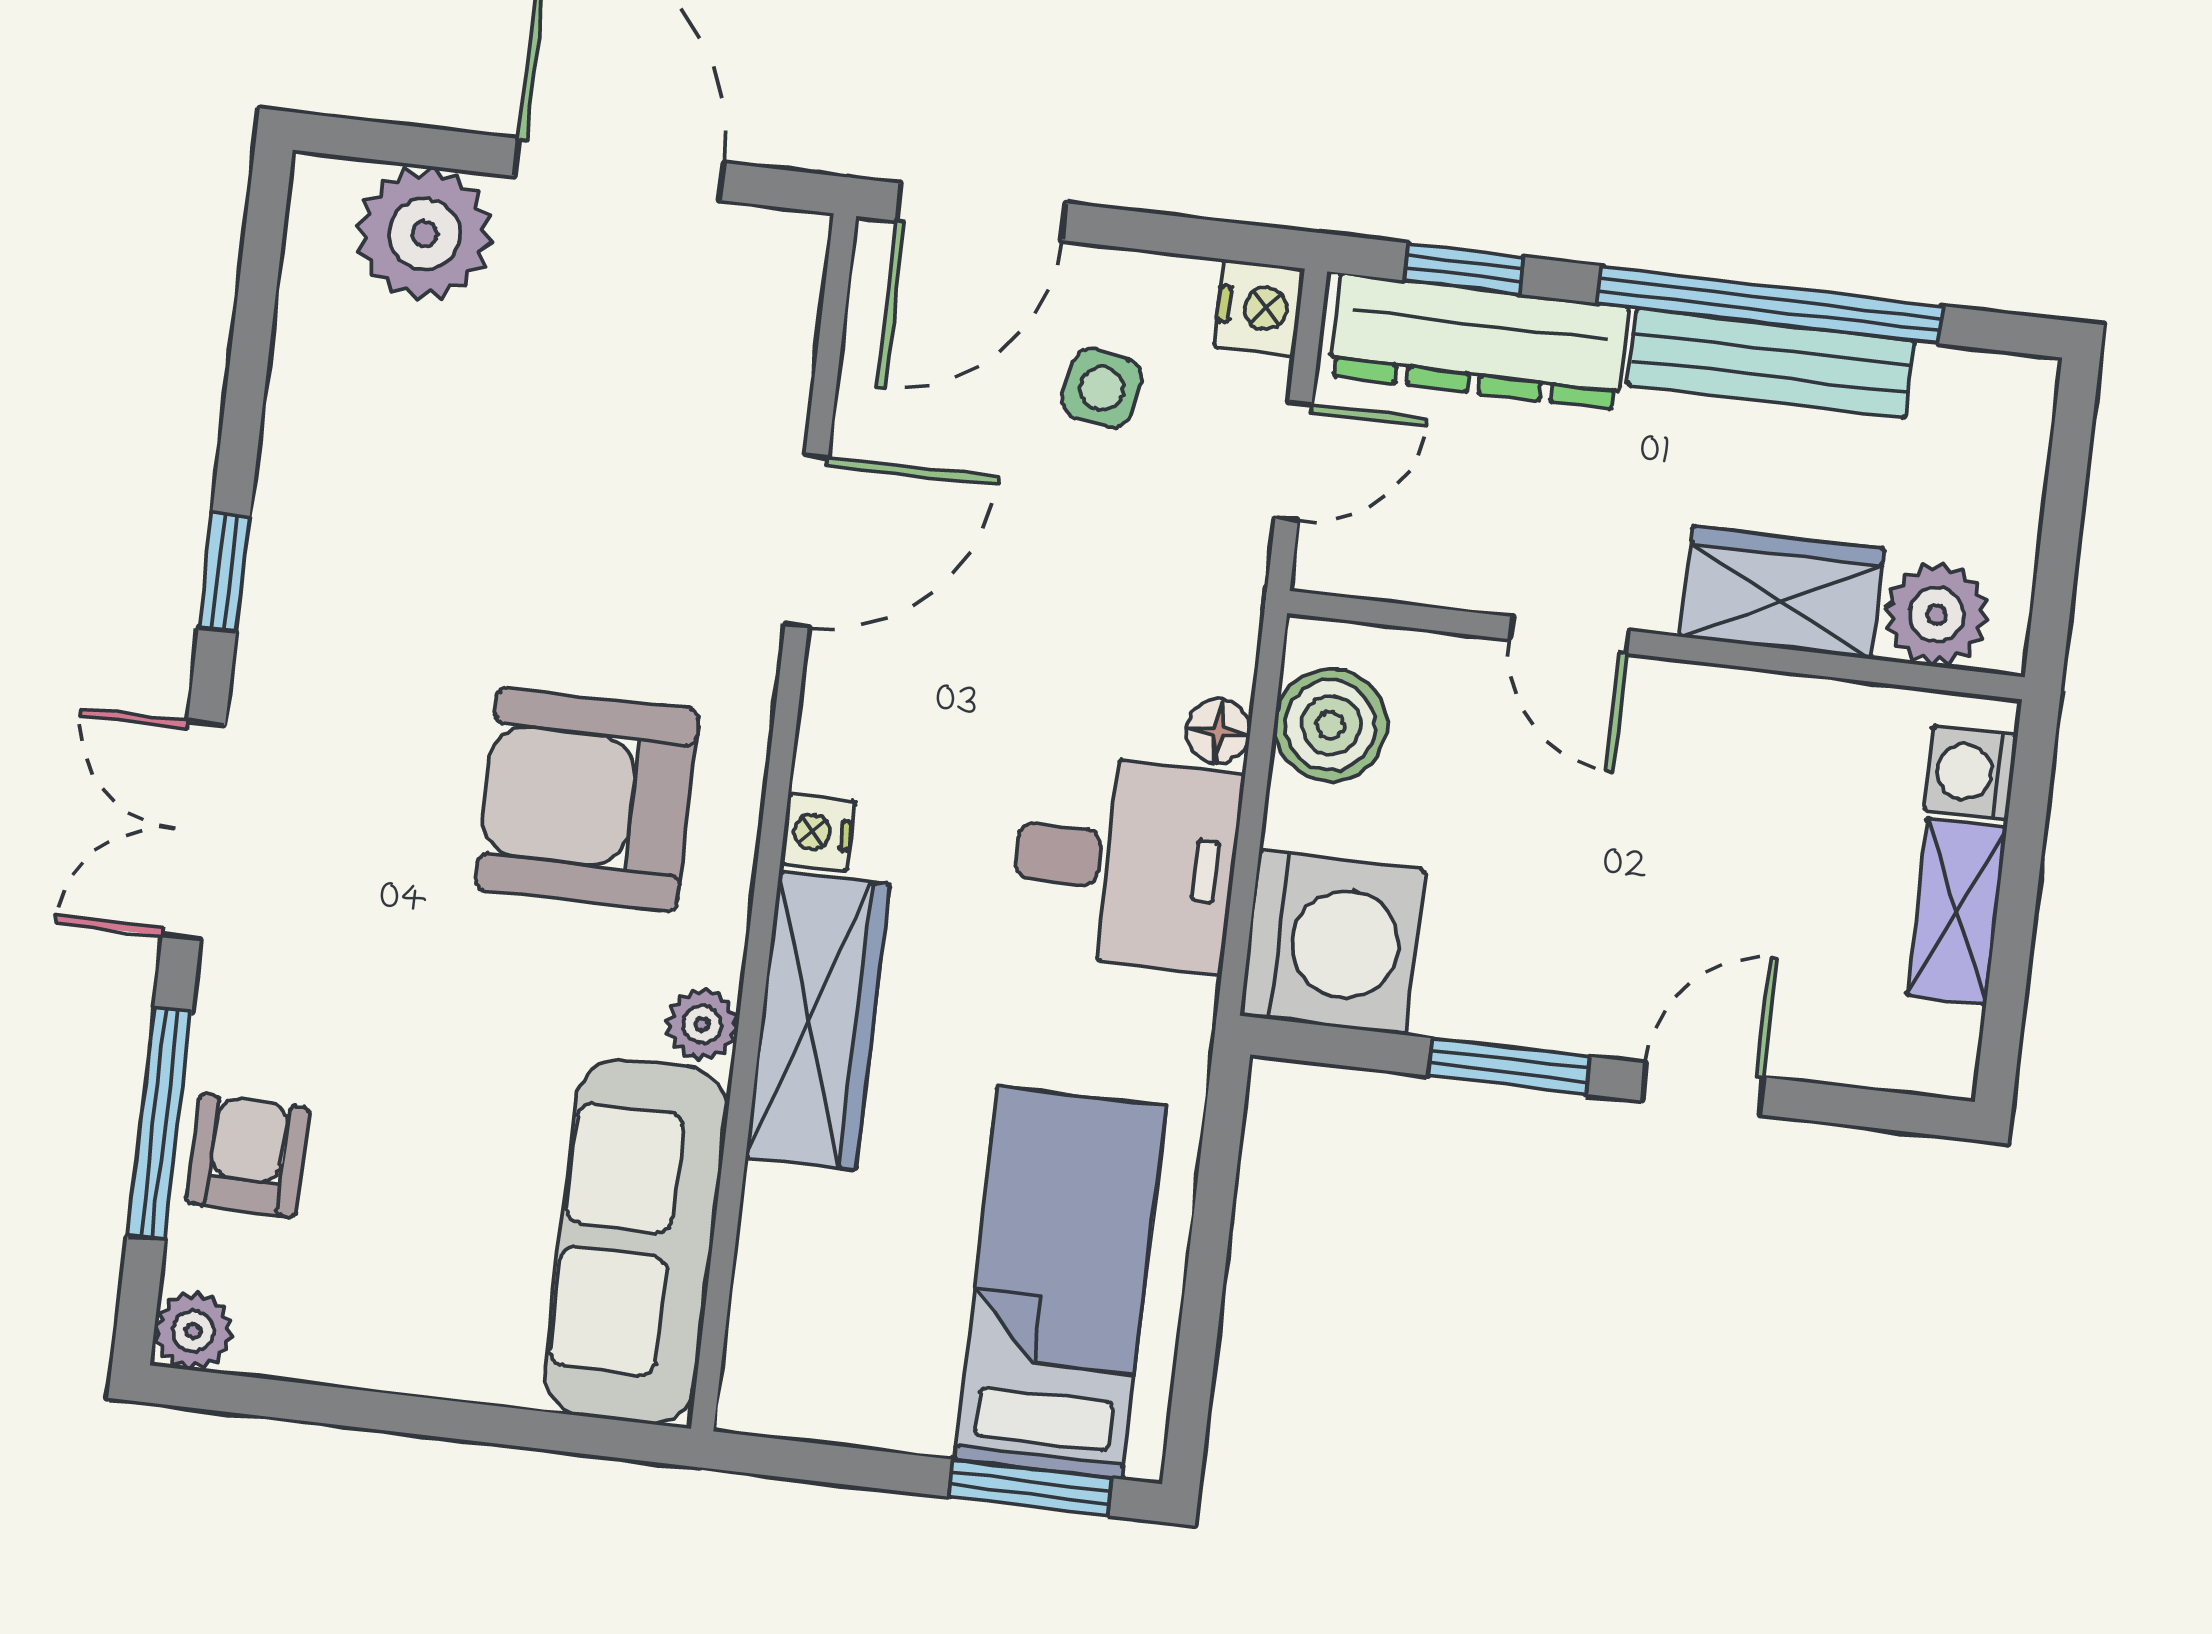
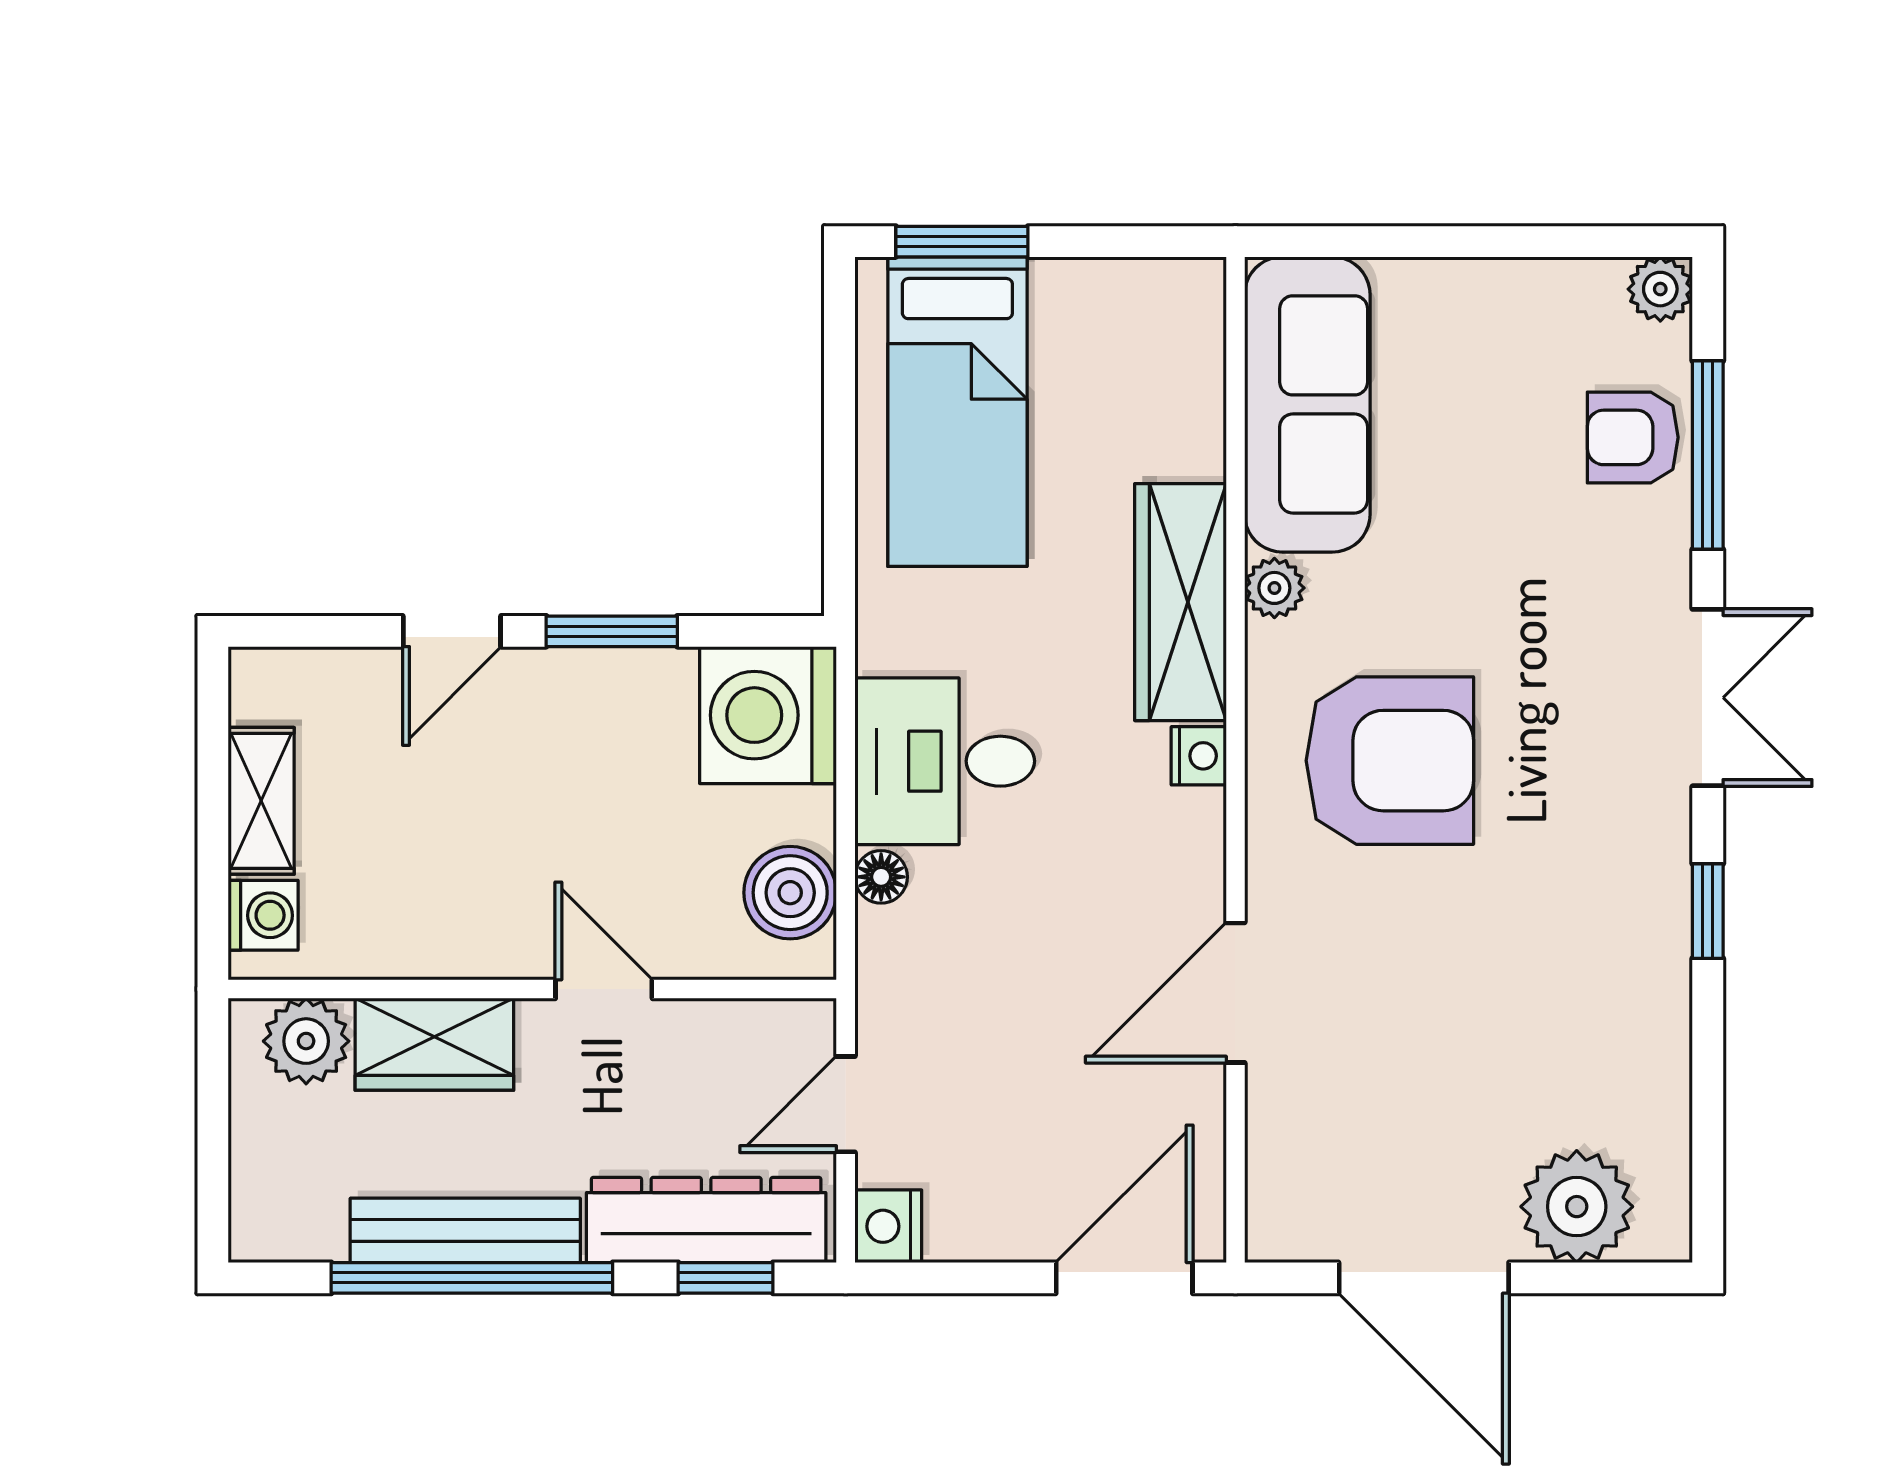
side table: (1102, 388) -> (1009, 1145), removed
armchair: (248, 1155) -> (1633, 437), turned 89

